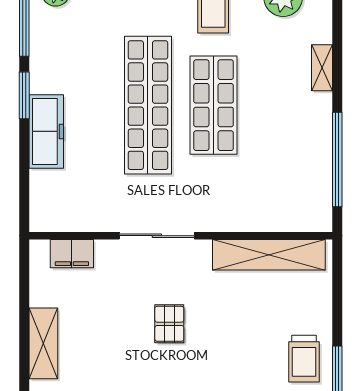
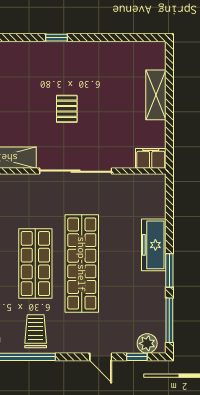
sliding door: (157, 236) -> (76, 171), width x1.36
filing cabinet: (72, 254) -> (151, 158), moved

